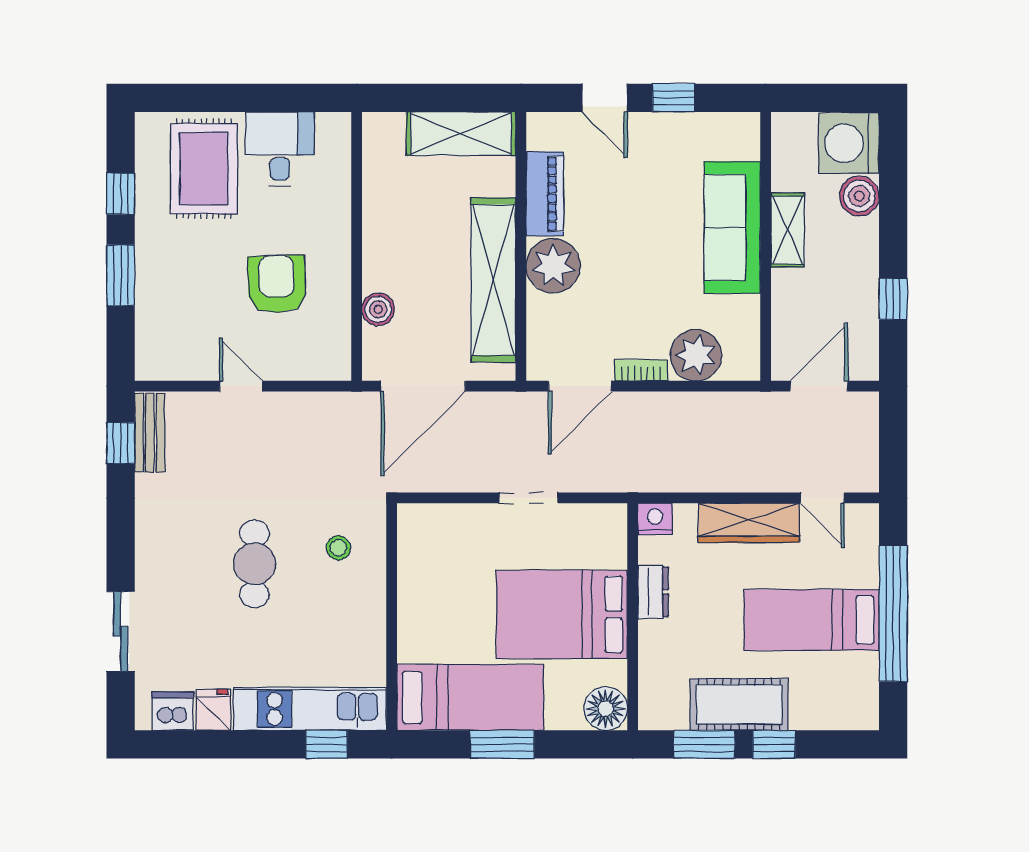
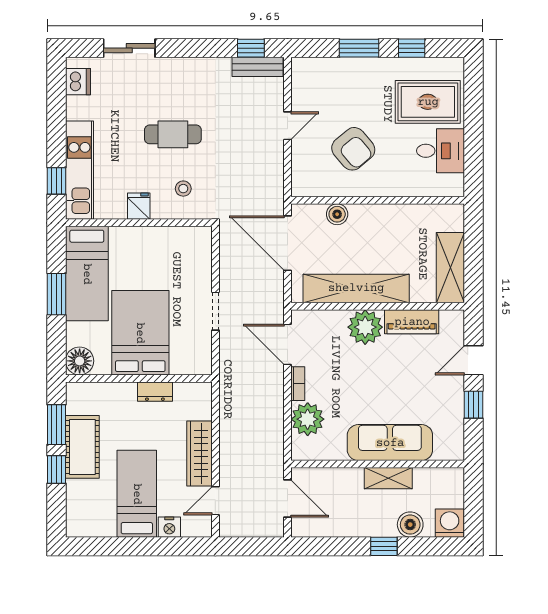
washing machine: (849, 143) -> (450, 523), width x0.73, depth x0.73
armchair: (277, 284) -> (353, 149), turned 52
window: (893, 299) -> (384, 546), moved
nightstand: (655, 519) -> (169, 527), moved, turned 90
window: (893, 614) -> (141, 546), removed
fridge: (213, 710) -> (139, 206), moved, turned -90

